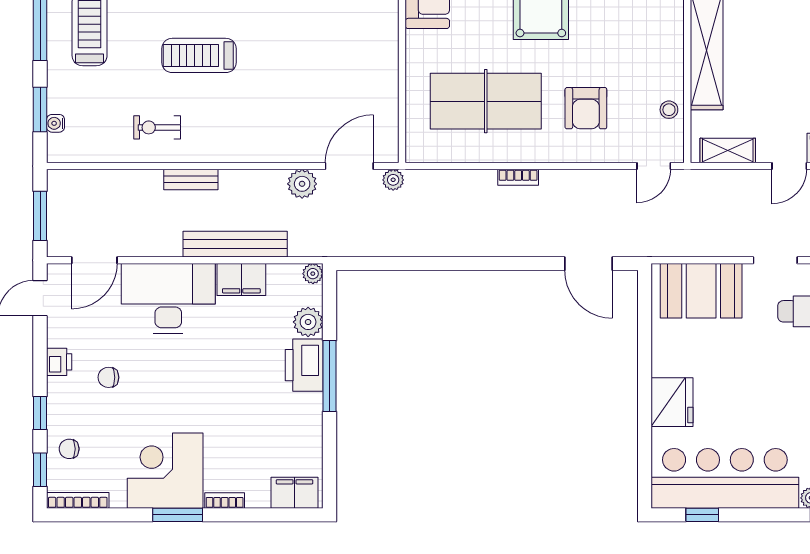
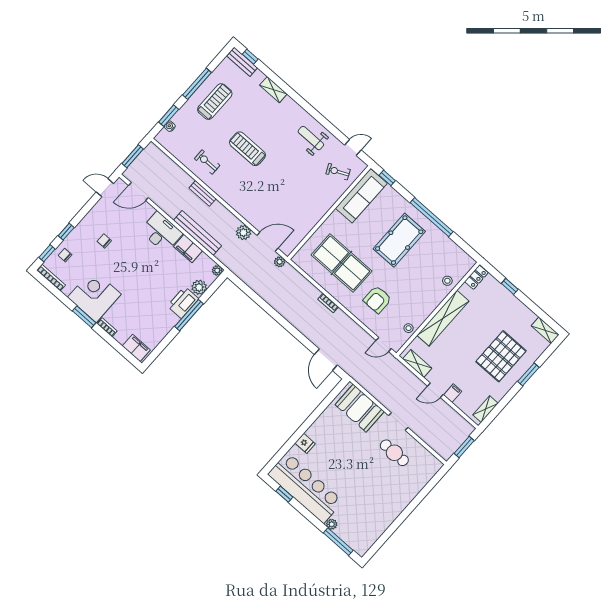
desk: (168, 298) -> (161, 232), width x0.73, depth x0.77
printer: (59, 362) -> (91, 218), removed
fridge: (672, 402) -> (305, 443), width x0.53, depth x0.75

